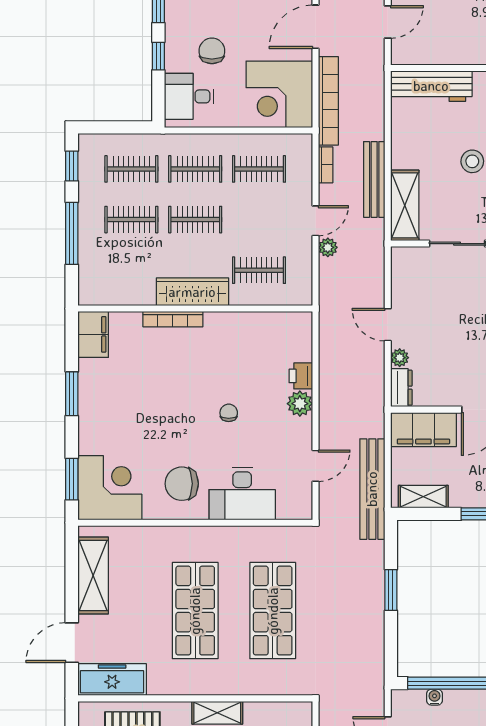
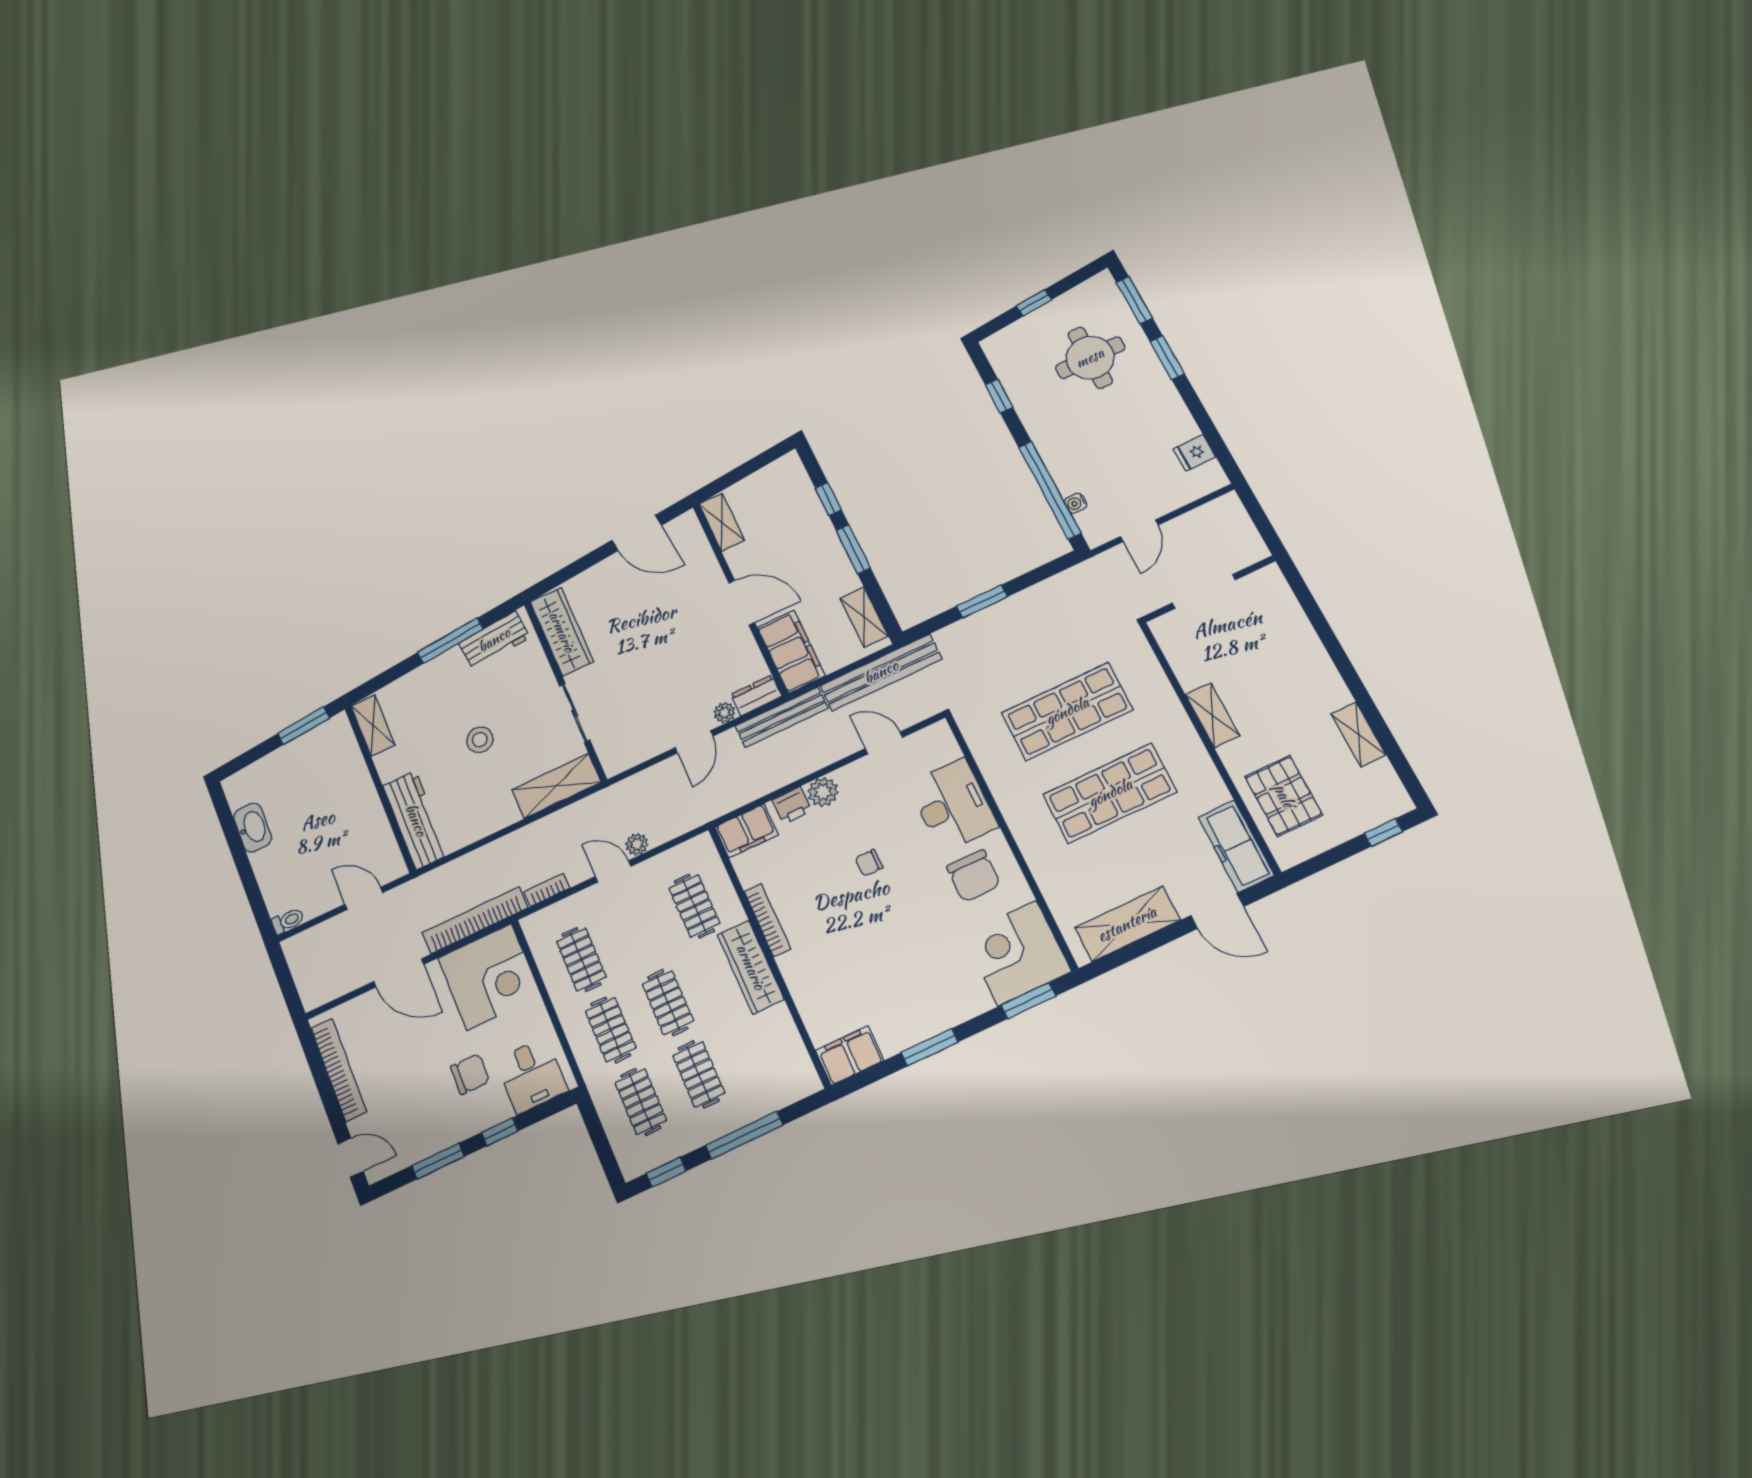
chair: (212, 51) -> (470, 1074), turned 180
bench: (374, 179) -> (782, 717), moved
bookcase: (173, 319) -> (767, 920), moved
filing cabinet: (298, 334) -> (746, 831), added

